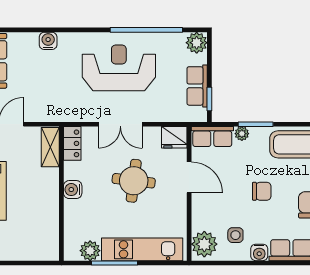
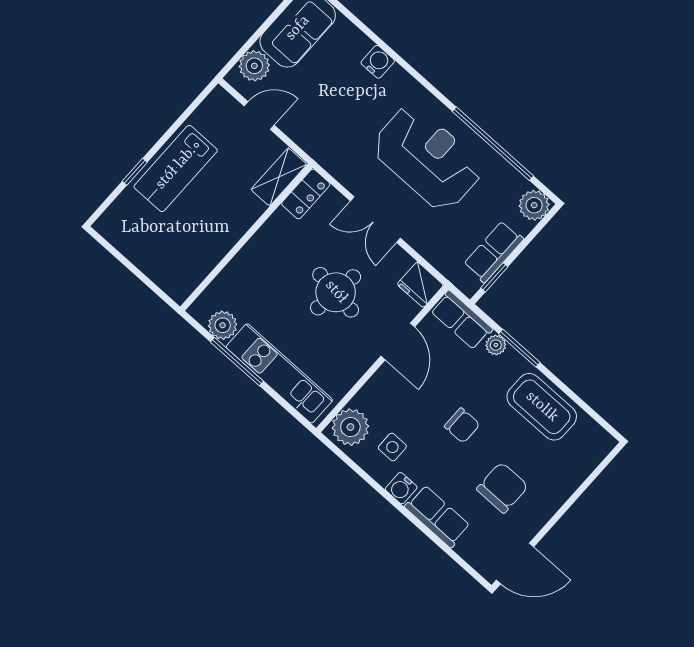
water cooler: (73, 190) -> (262, 244), removed

